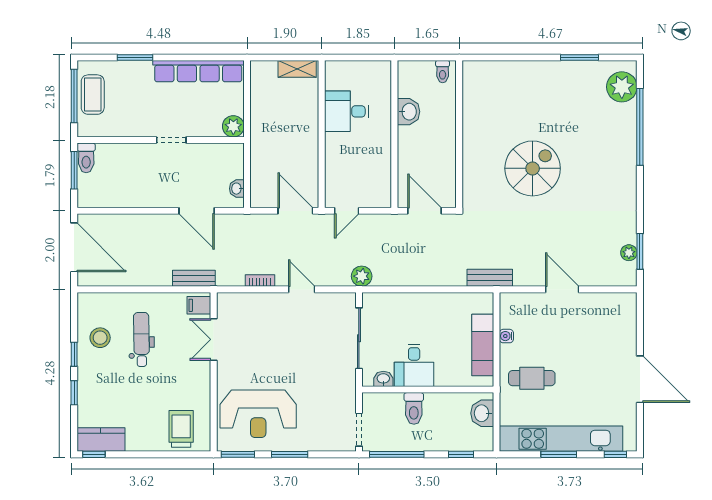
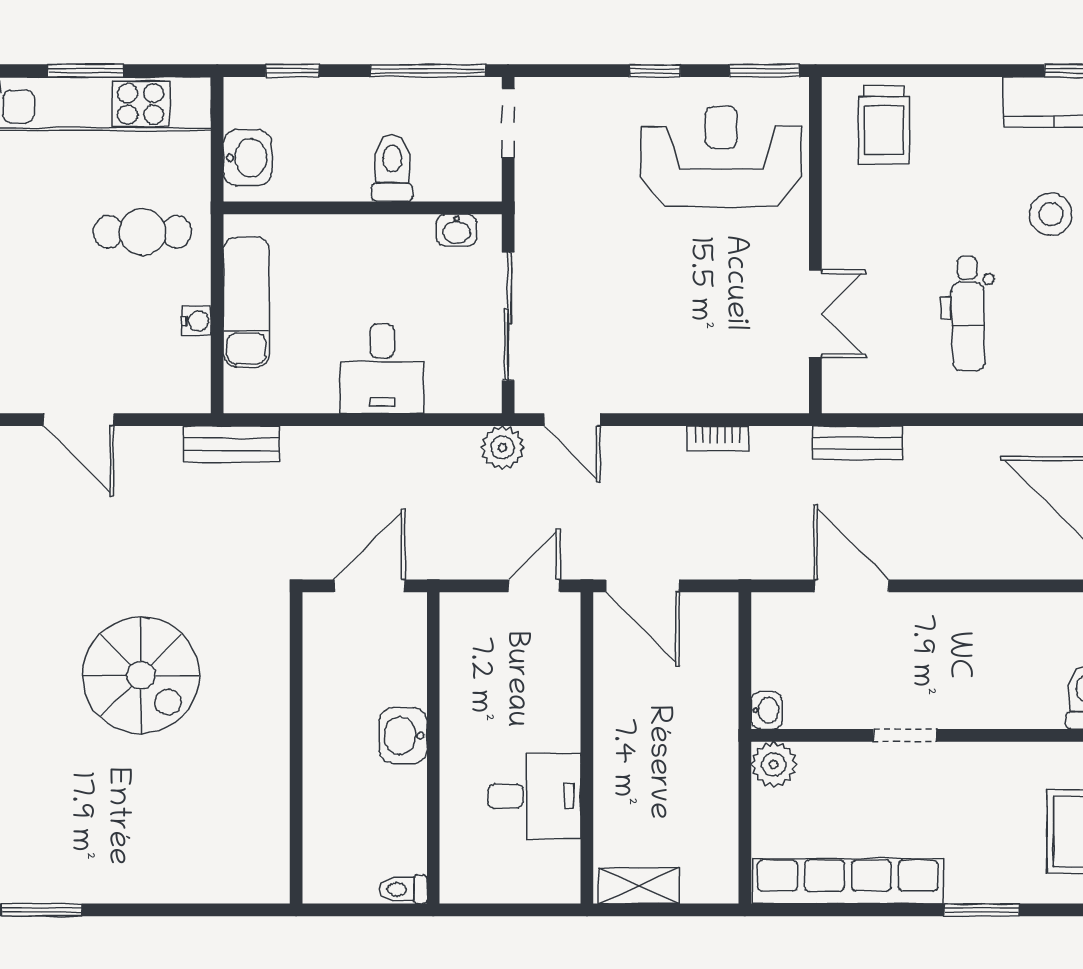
toilet: (443, 72) -> (403, 889), moved, turned -90
washbasin: (409, 112) -> (403, 736), moved
spiral stairs: (533, 168) -> (141, 675), turned -90
washbasin: (237, 189) -> (766, 710), moved
door: (425, 211) -> (369, 586), swing flipped
door: (302, 289) -> (572, 420), moved
filing cabinet: (199, 305) -> (847, 386), removed
stool: (100, 338) -> (1051, 214), moved
desk: (414, 365) -> (382, 369), moved, turned 180
window: (290, 454) -> (655, 71), width x0.67

